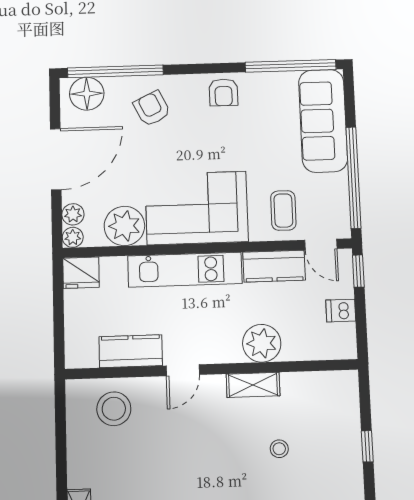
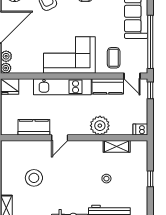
plant: (124, 226) -> (32, 63), removed
dishwasher: (341, 311) -> (140, 130), moved
shelving: (253, 385) -> (117, 146), moved
stool: (114, 409) -> (34, 178), moved

